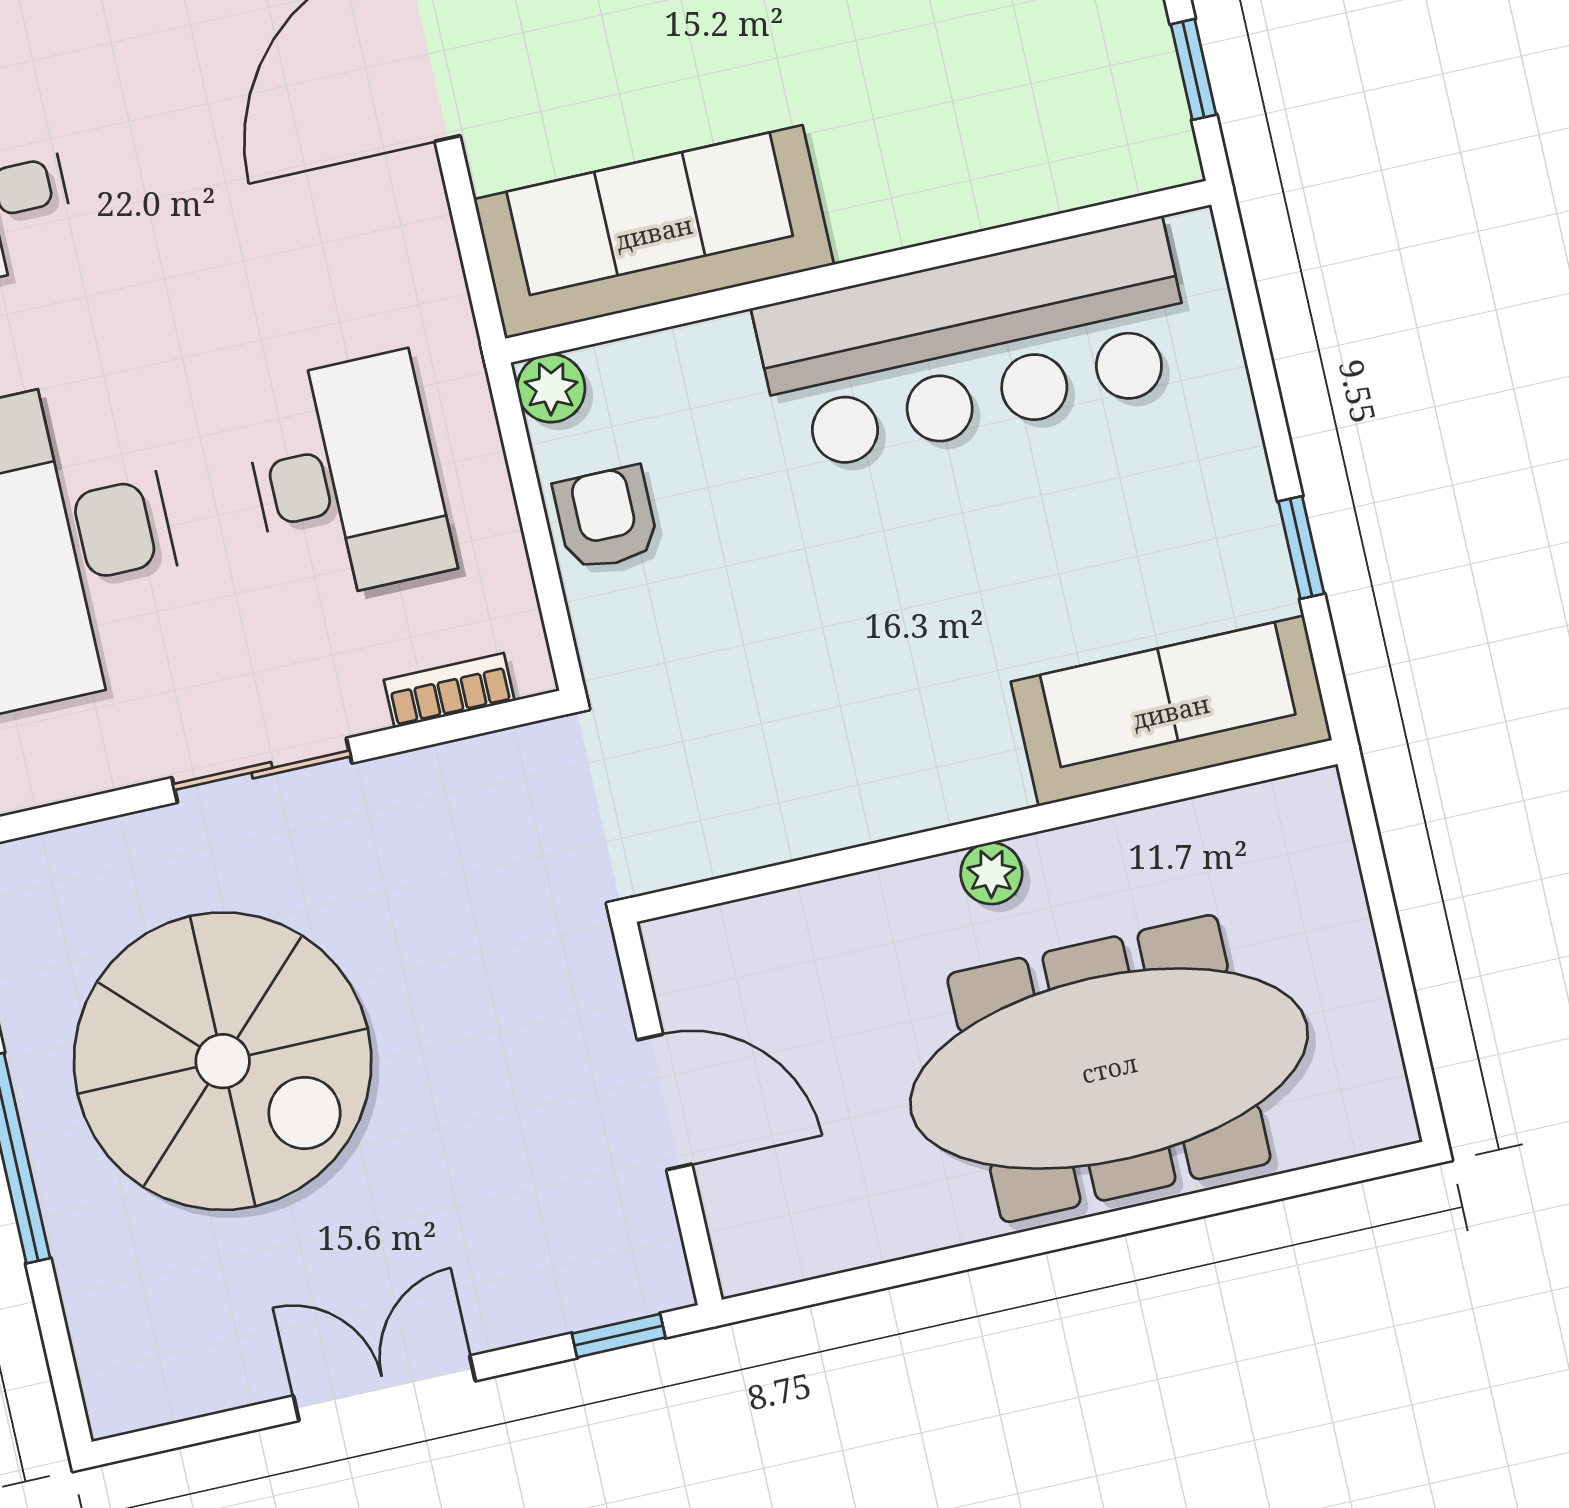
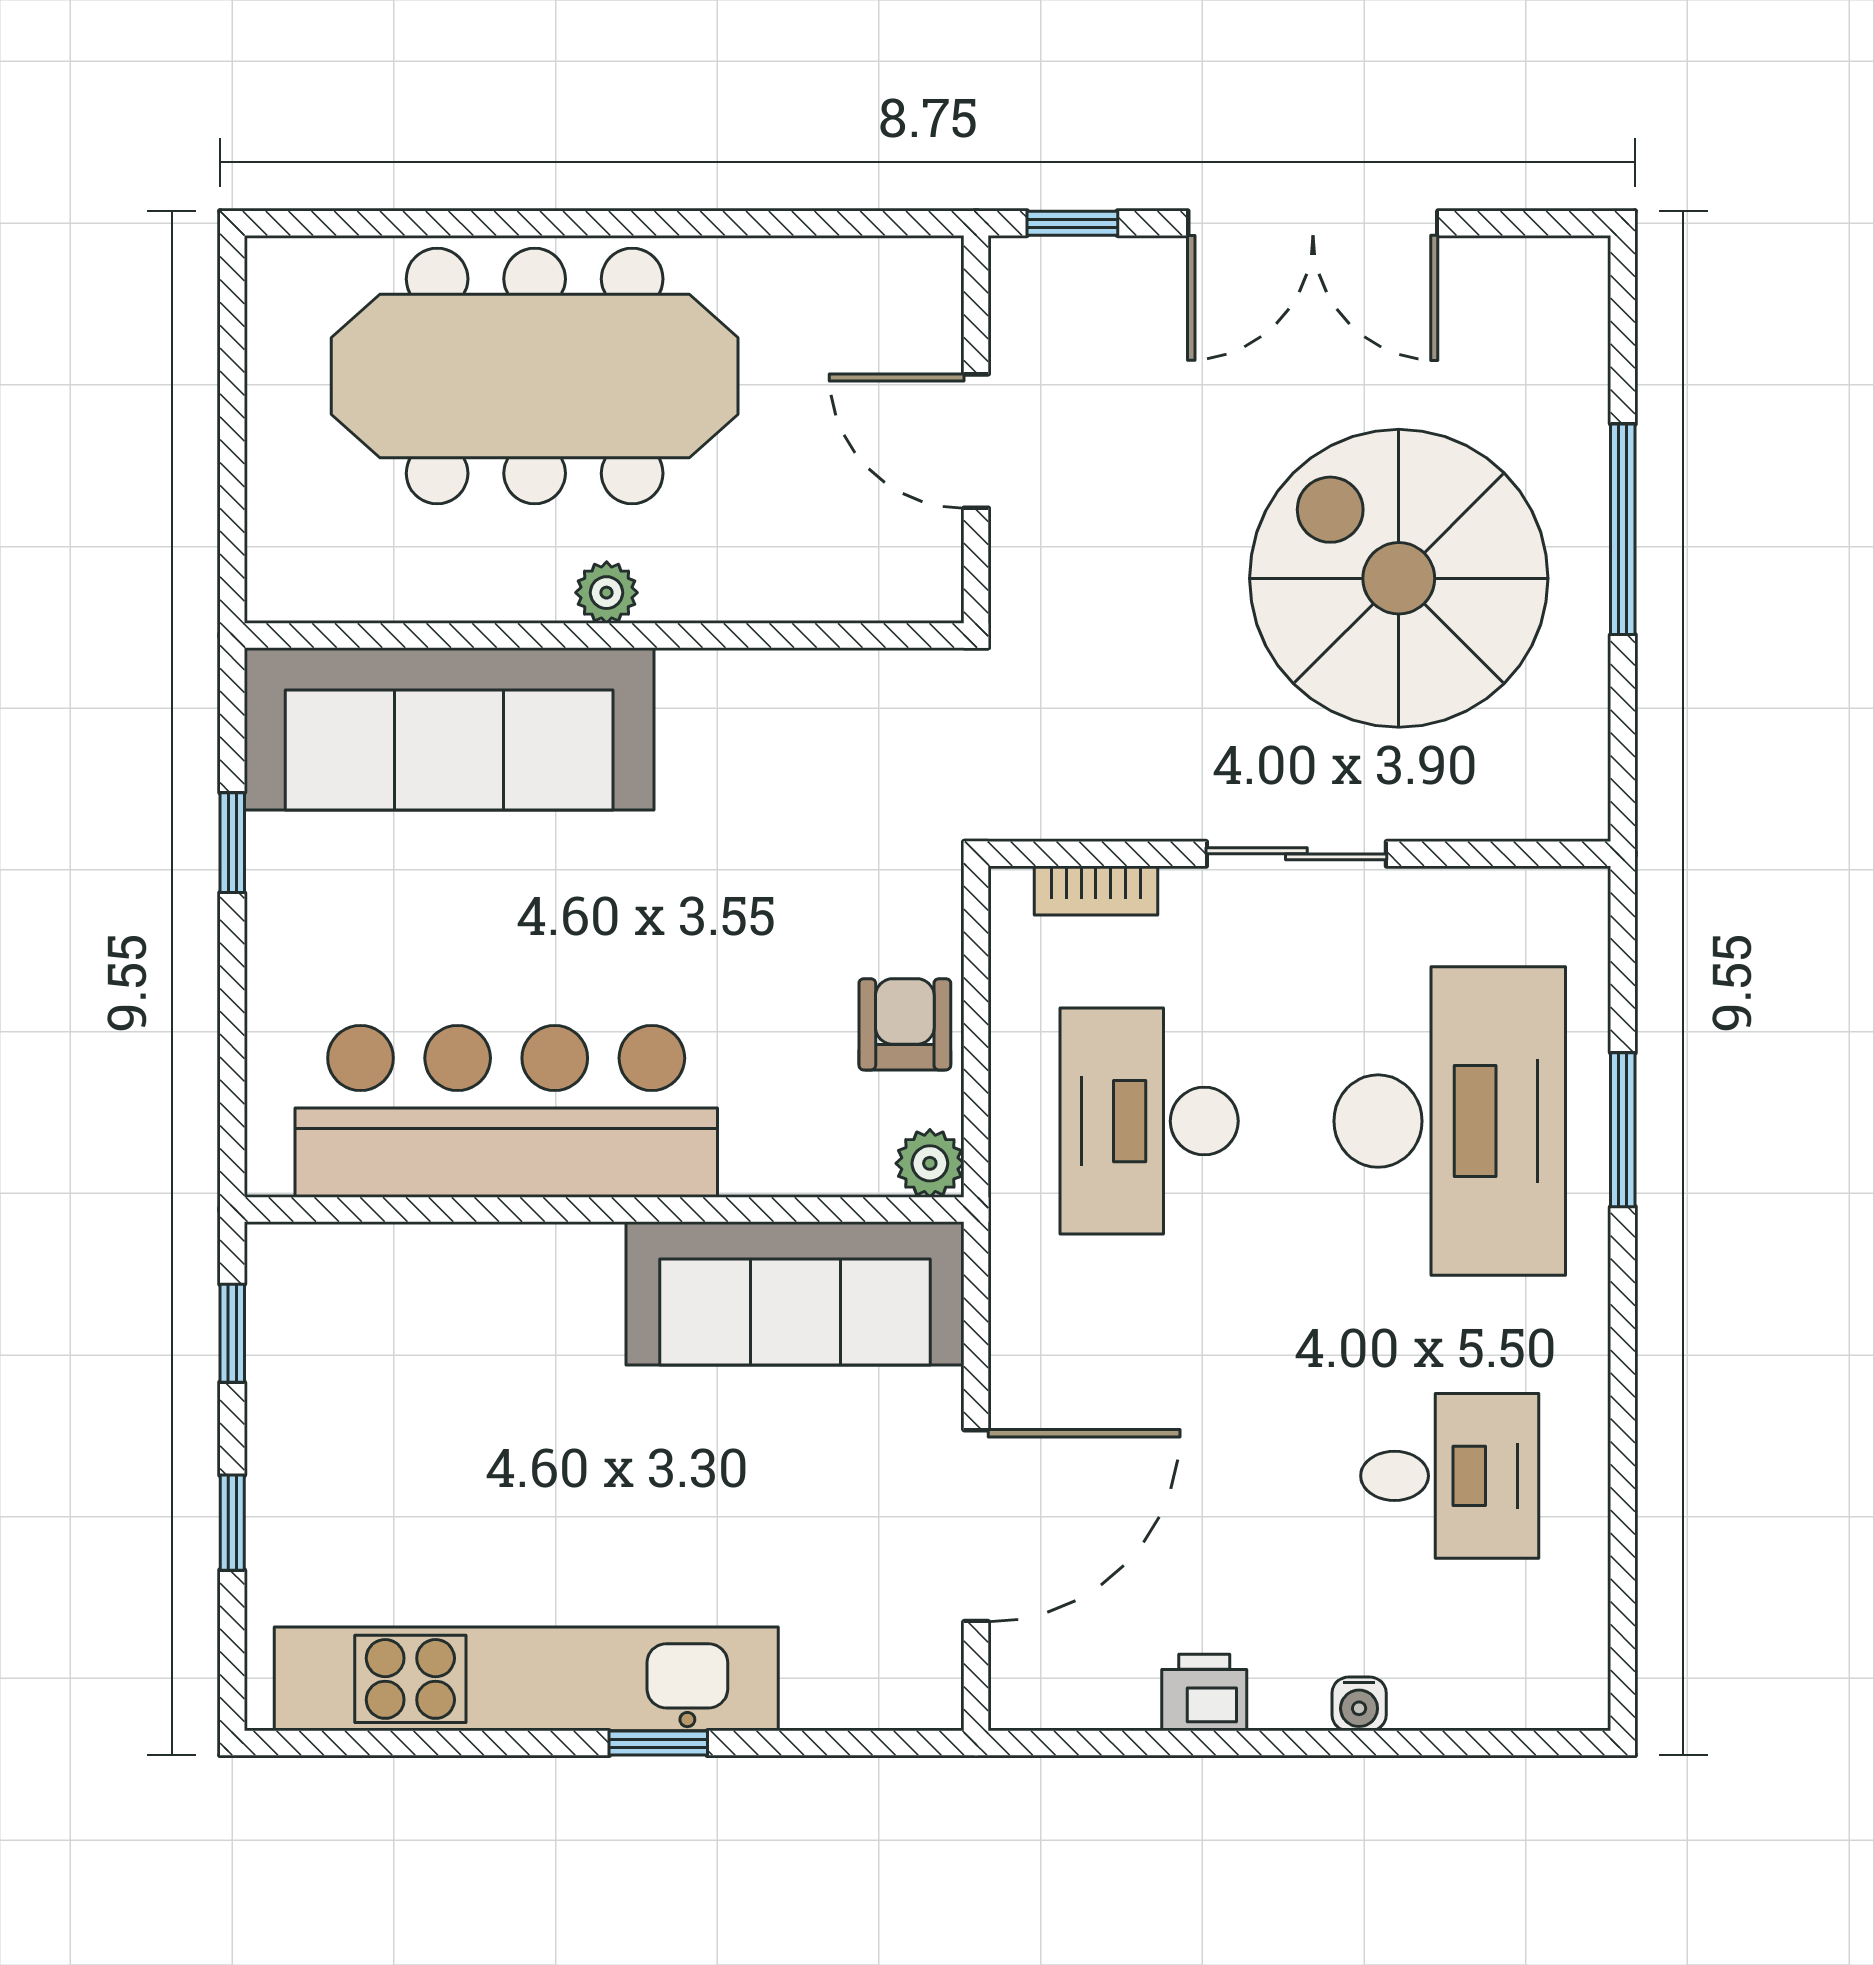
armchair: (606, 518) -> (905, 1024), turned 180
sofa: (1171, 711) -> (449, 729), width x1.36, depth x1.27
double door: (384, 1388) -> (1313, 223), width x1.37

